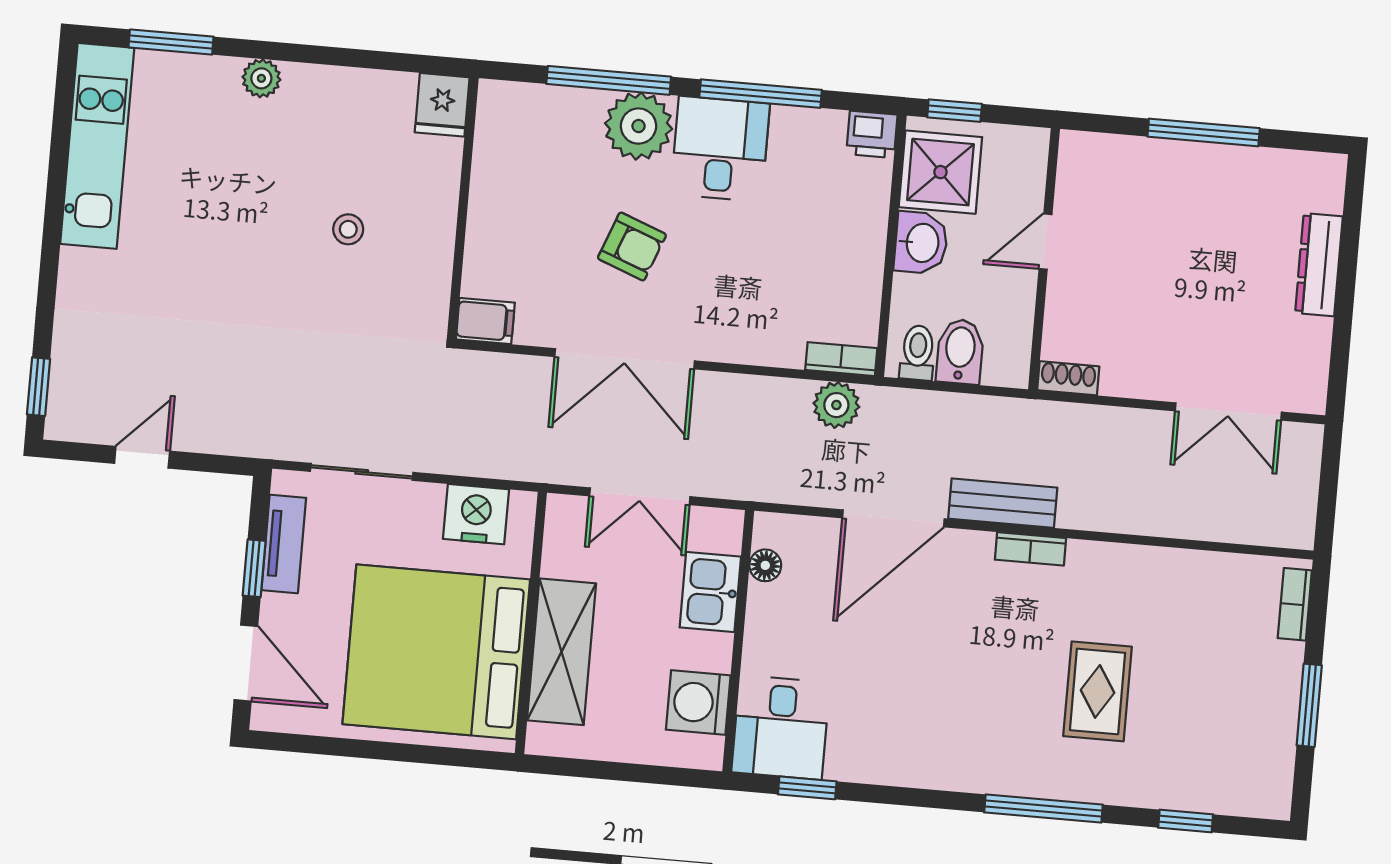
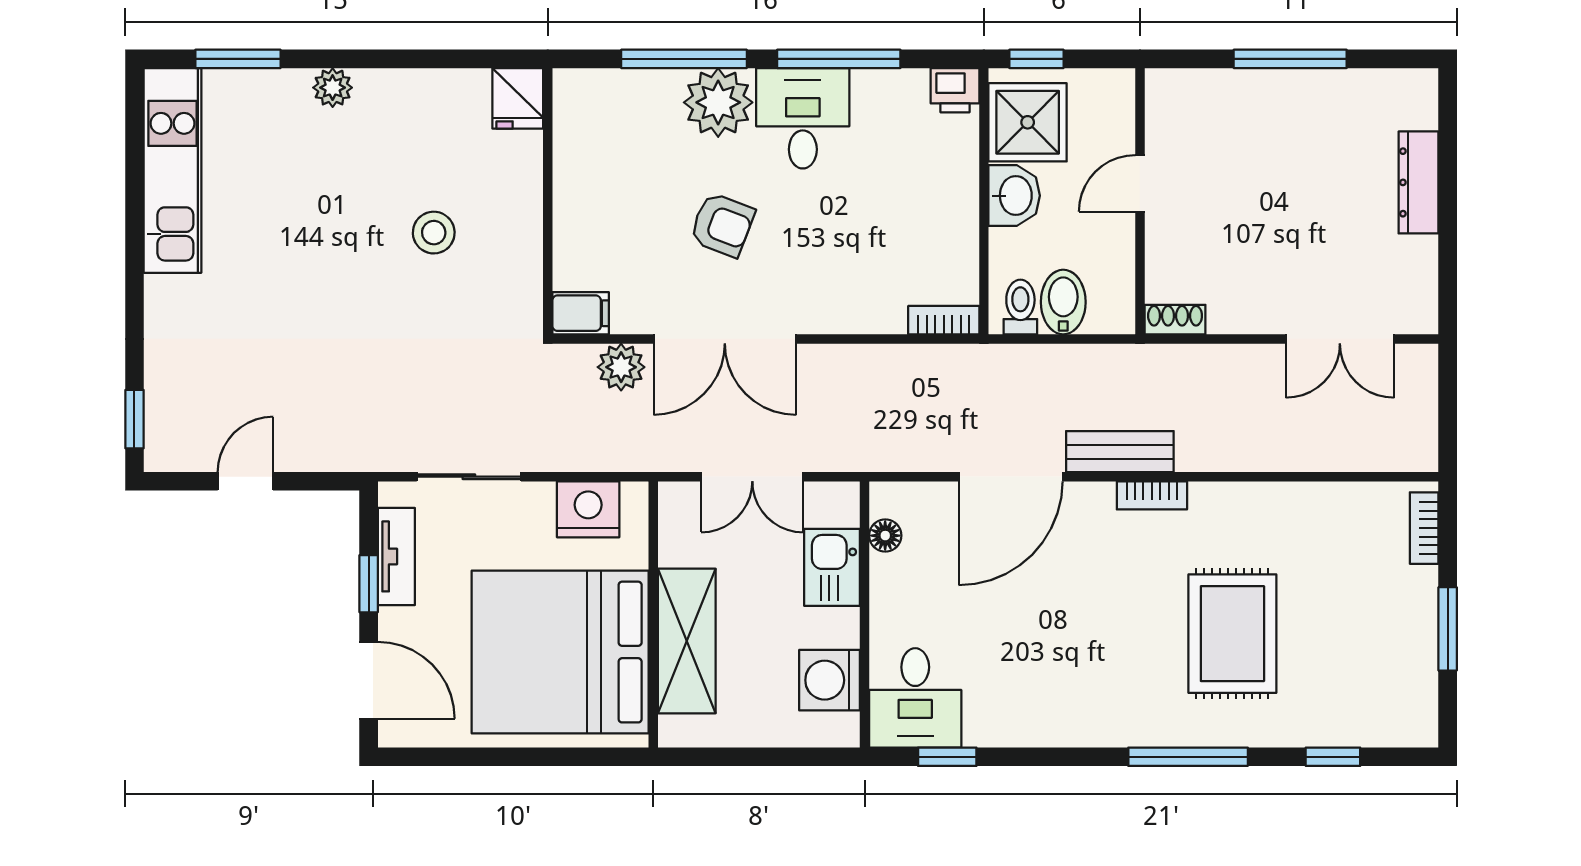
stool: (348, 229) -> (434, 233), width x1.37, depth x1.37
plant: (836, 405) -> (621, 367), moved
rug: (1098, 691) -> (1232, 634), width x1.36, depth x1.43

